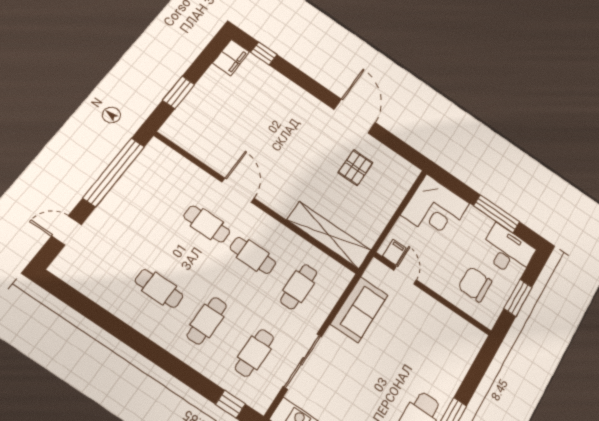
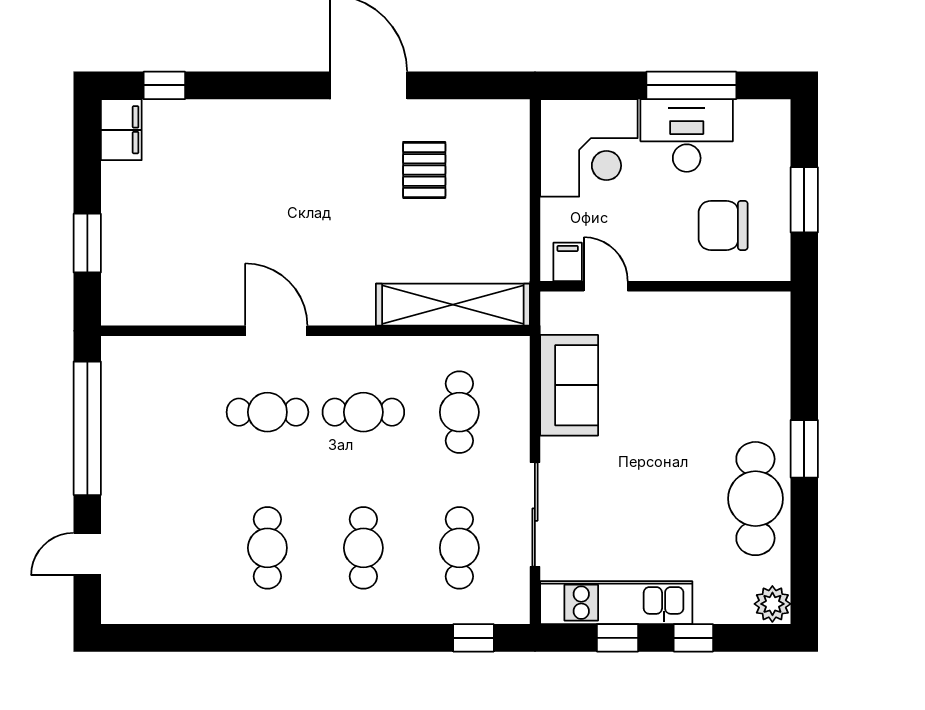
desk: (507, 251) -> (687, 136), moved
cafe table: (159, 288) -> (267, 548), turned 90

